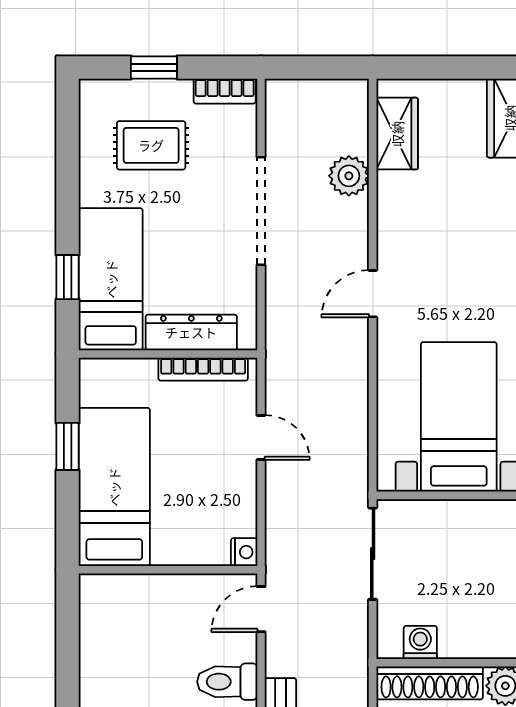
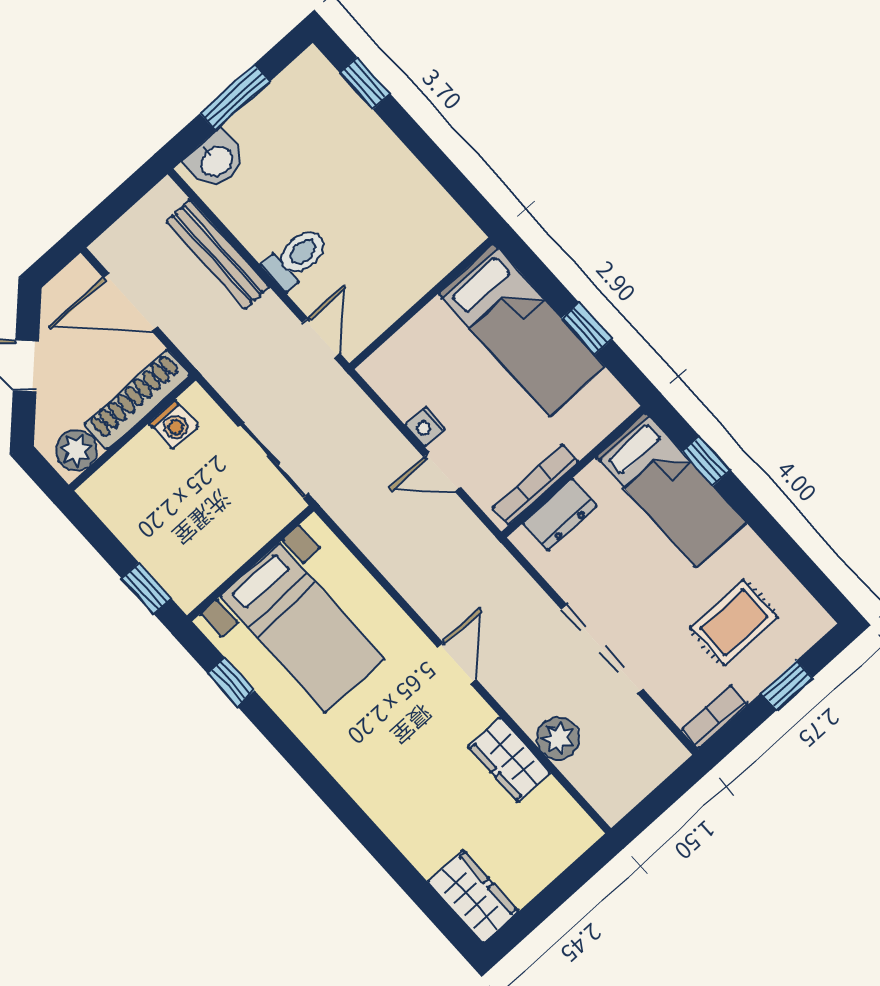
wardrobe: (397, 134) -> (509, 760), moved
dresser: (191, 332) -> (560, 515), width x0.70
nightstand: (244, 552) -> (425, 427), moved

